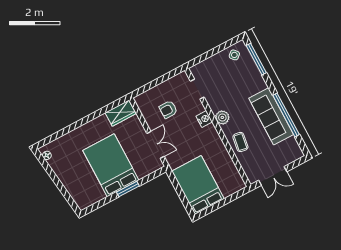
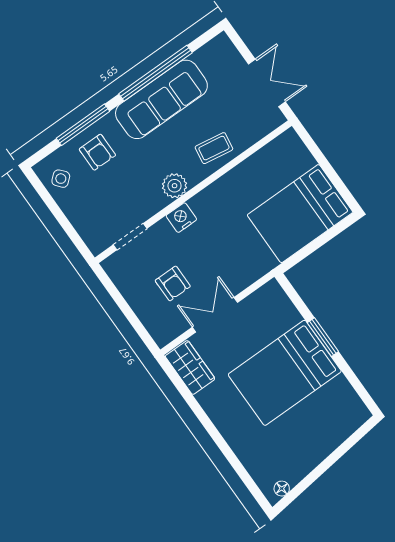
window: (256, 59) -> (83, 125), moved
armchair: (246, 77) -> (97, 152), added
double door: (156, 145) -> (215, 315), moved

